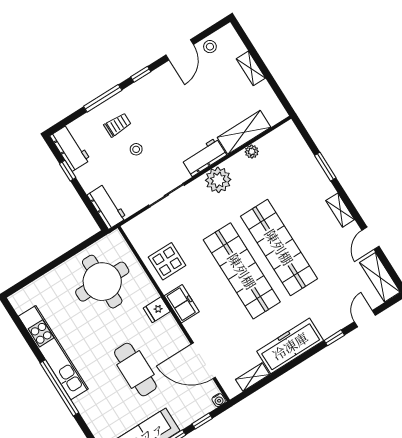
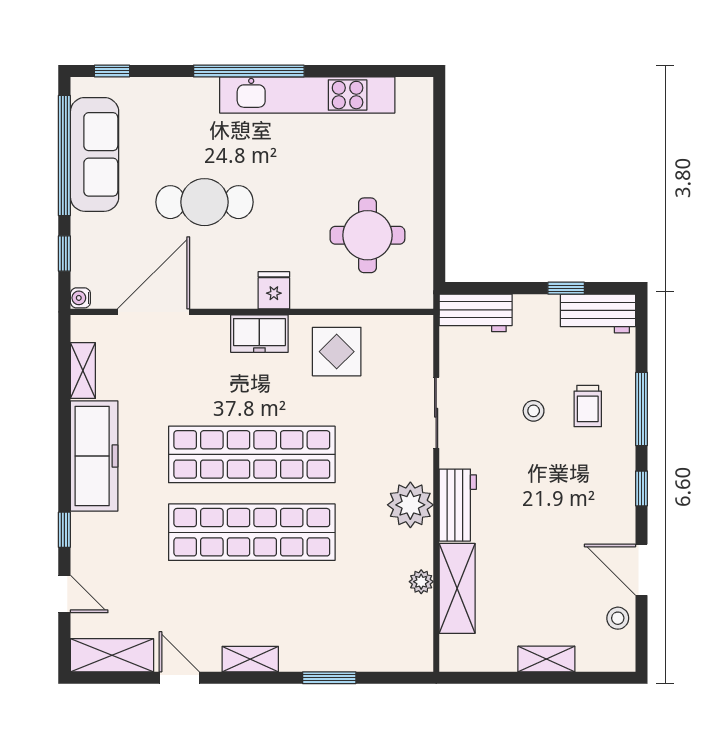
round table: (102, 282) -> (367, 235), width x0.73, depth x0.73

